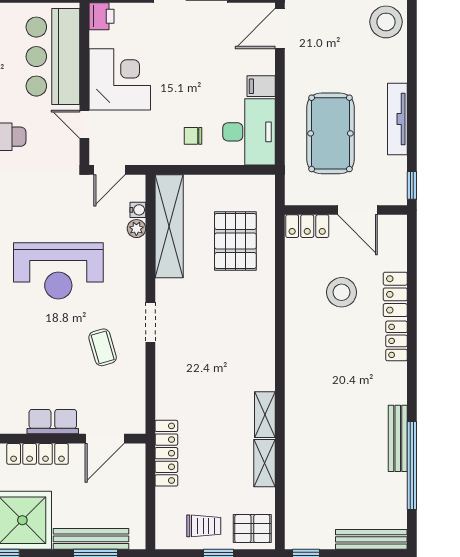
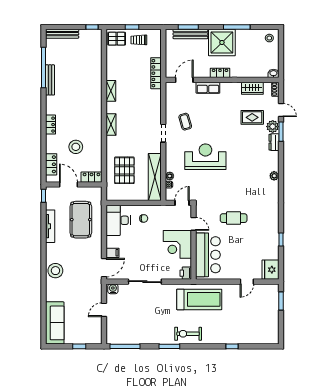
filing cabinet: (261, 86) -> (113, 253), moved
locker: (395, 294) -> (51, 164), moved
locker: (38, 454) -> (220, 73), width x0.66
shelving: (265, 463) -> (111, 125), moved

